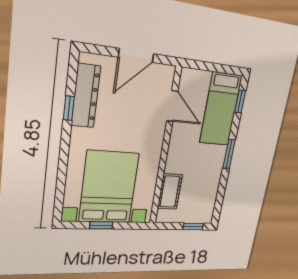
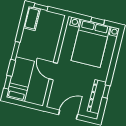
door: (172, 106) -> (53, 71), moved
cot: (170, 192) -> (32, 18), moved

